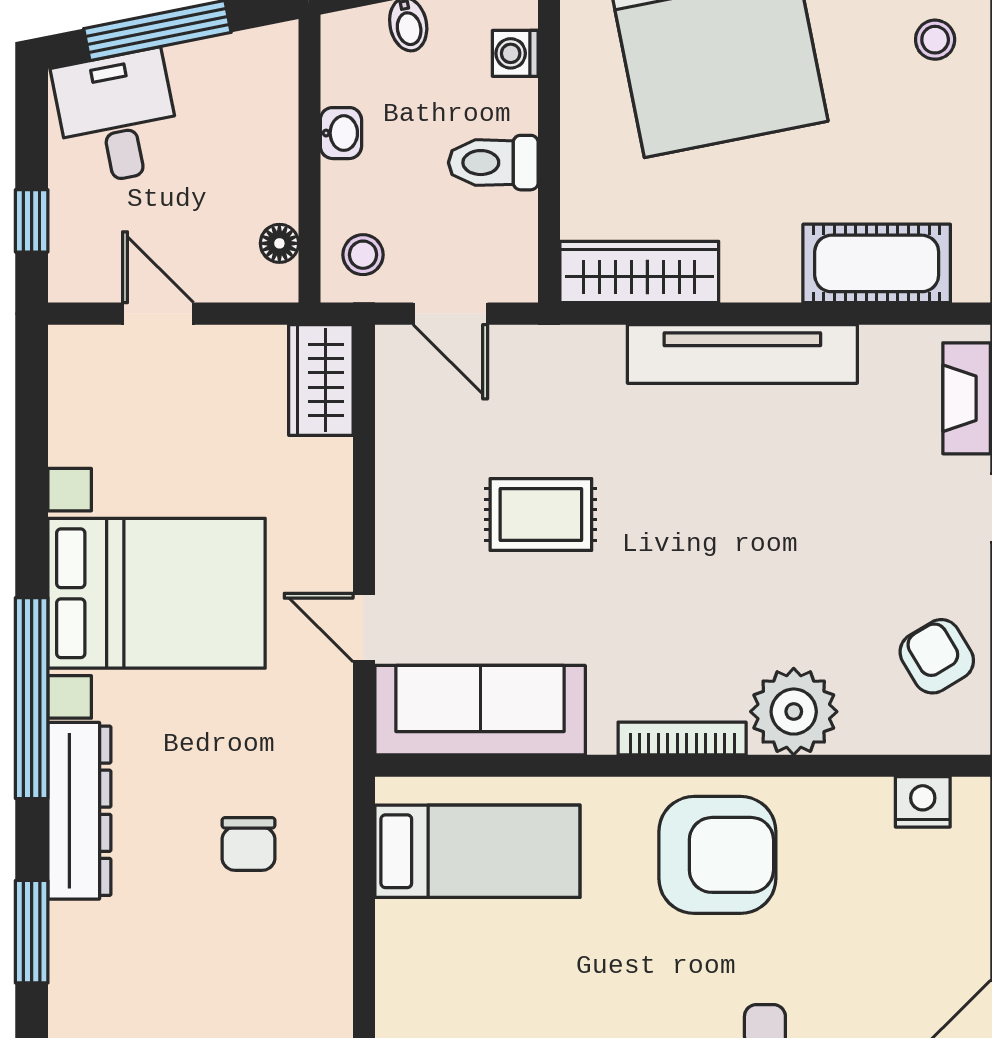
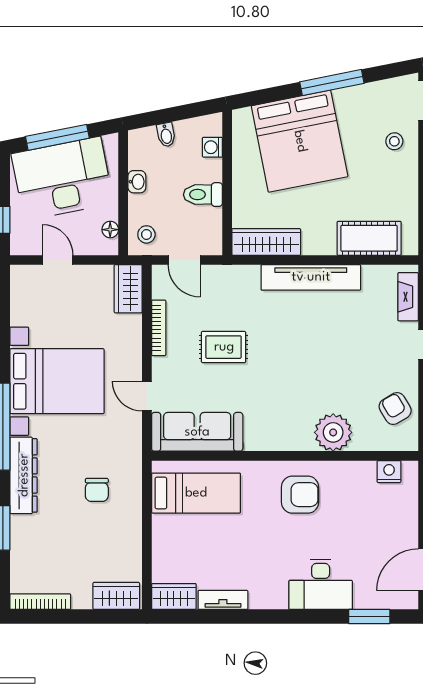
desk: (117, 117) -> (62, 179), width x1.87, depth x1.30
bookcase: (682, 738) -> (159, 328), moved, turned 90
armchair: (717, 855) -> (300, 495), width x0.73, depth x0.73

